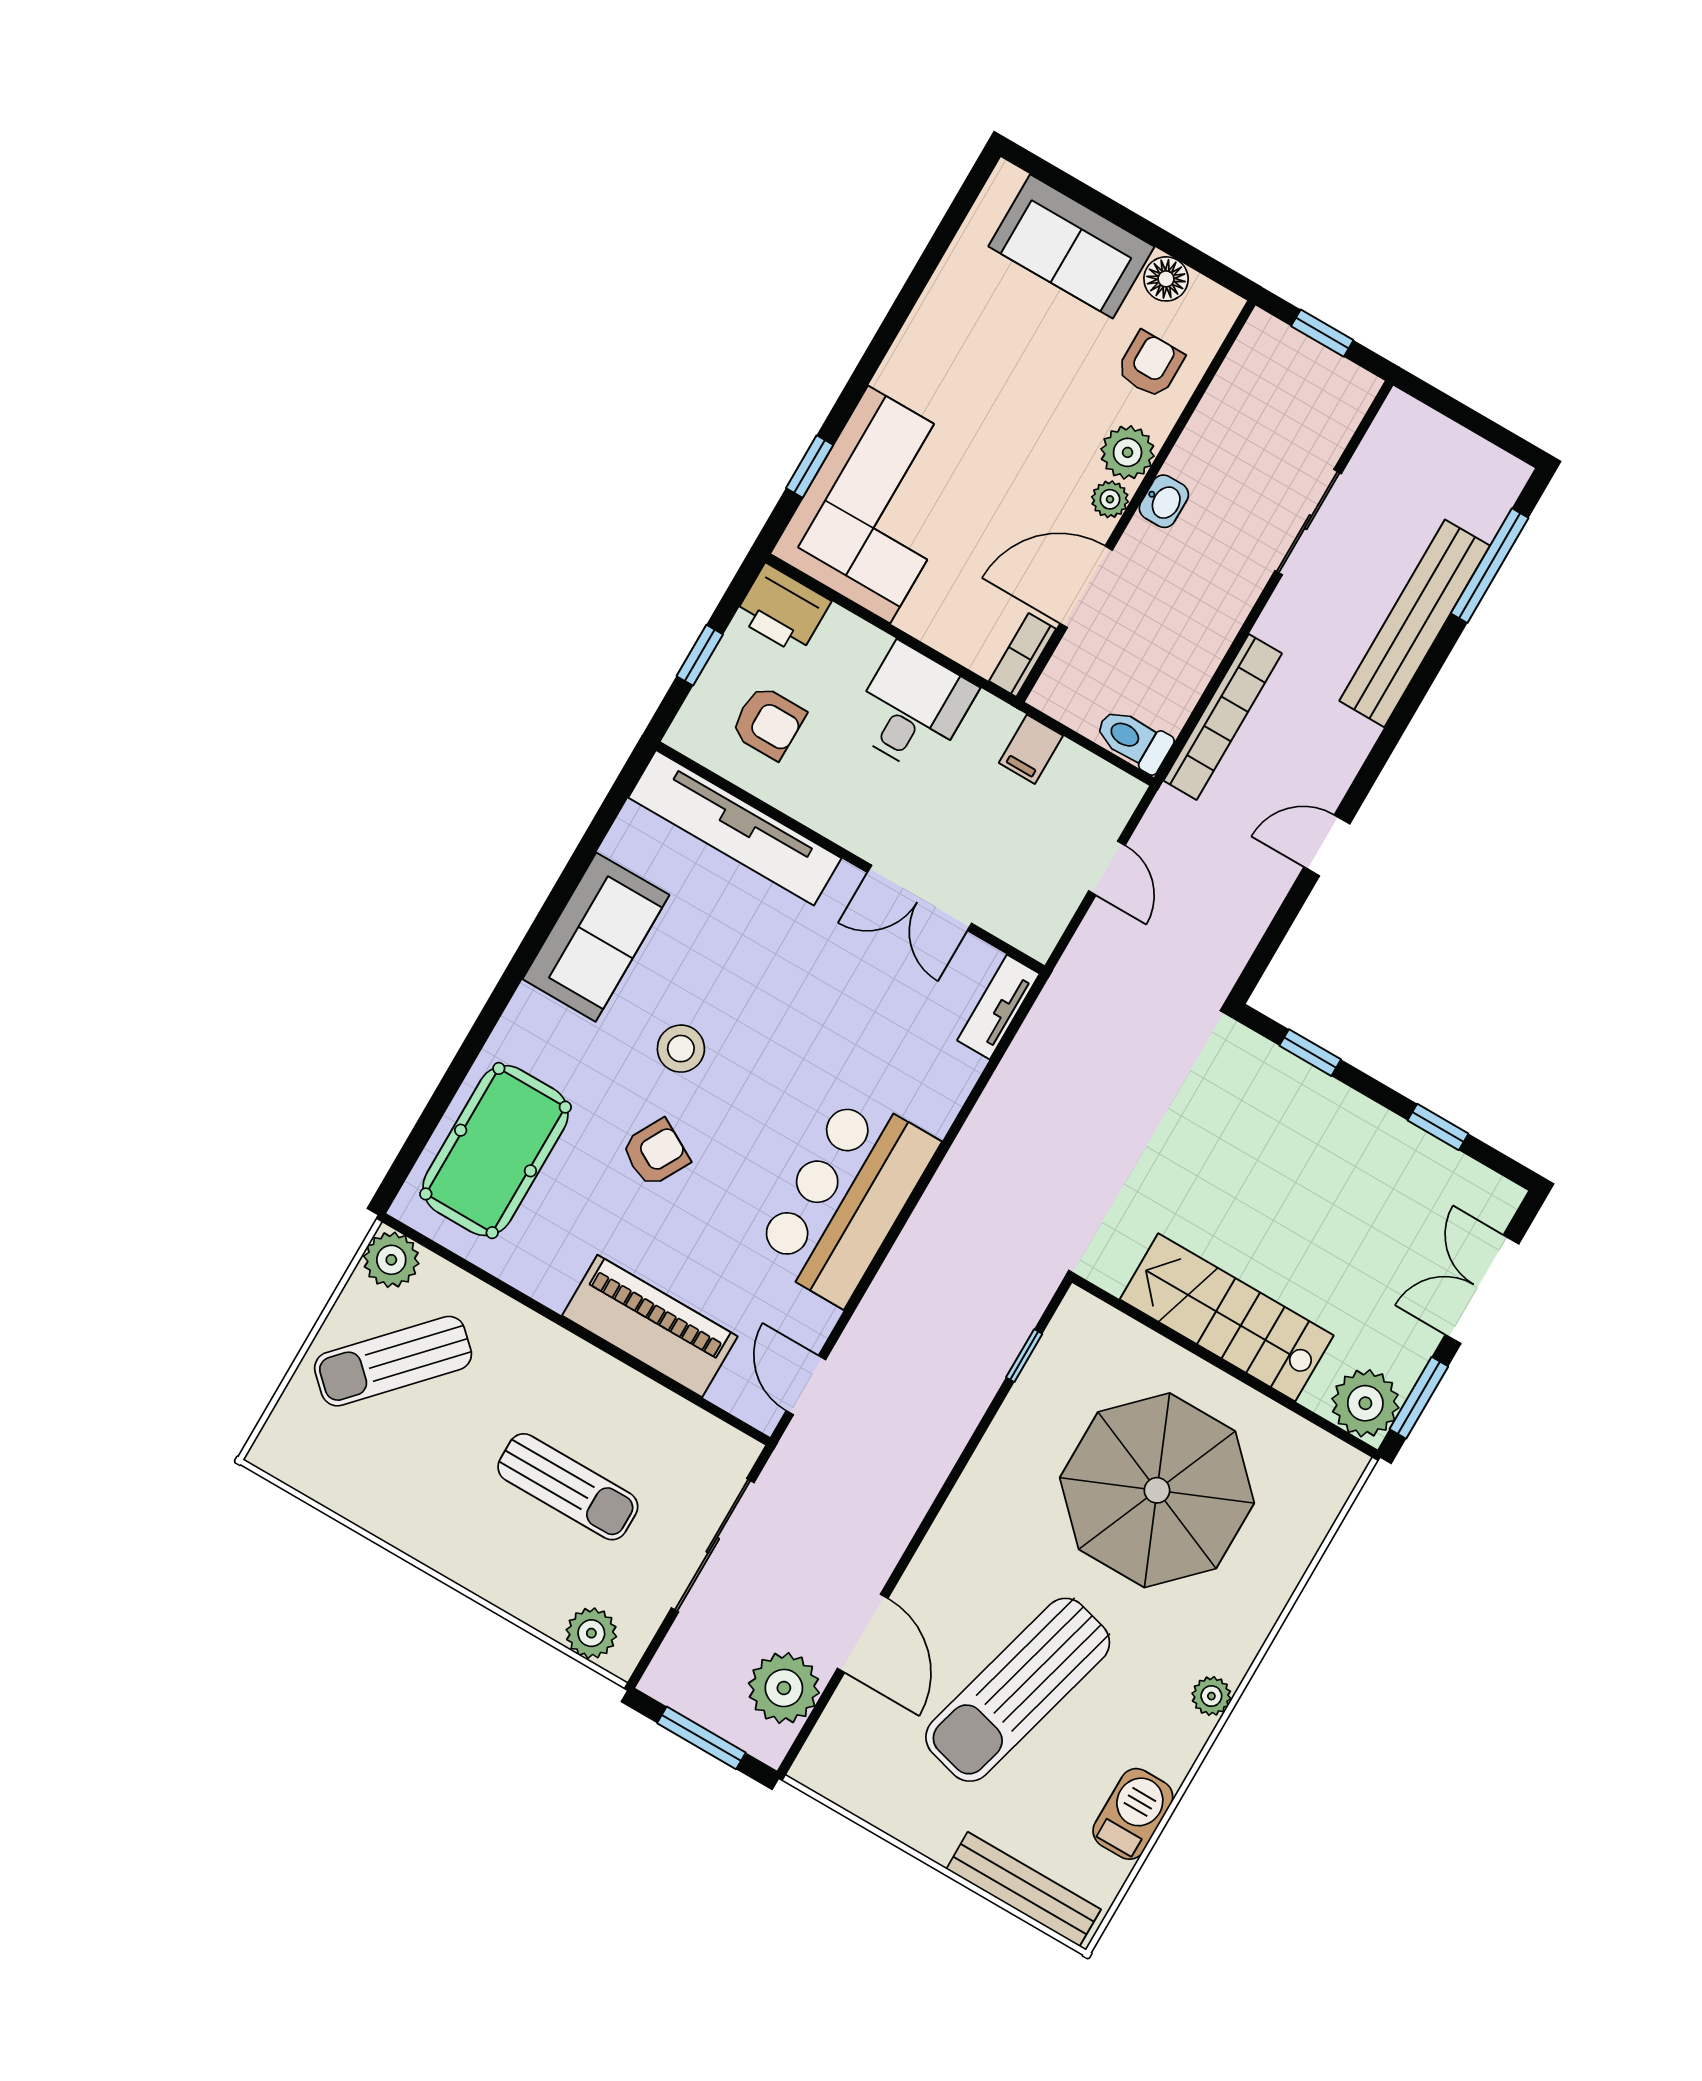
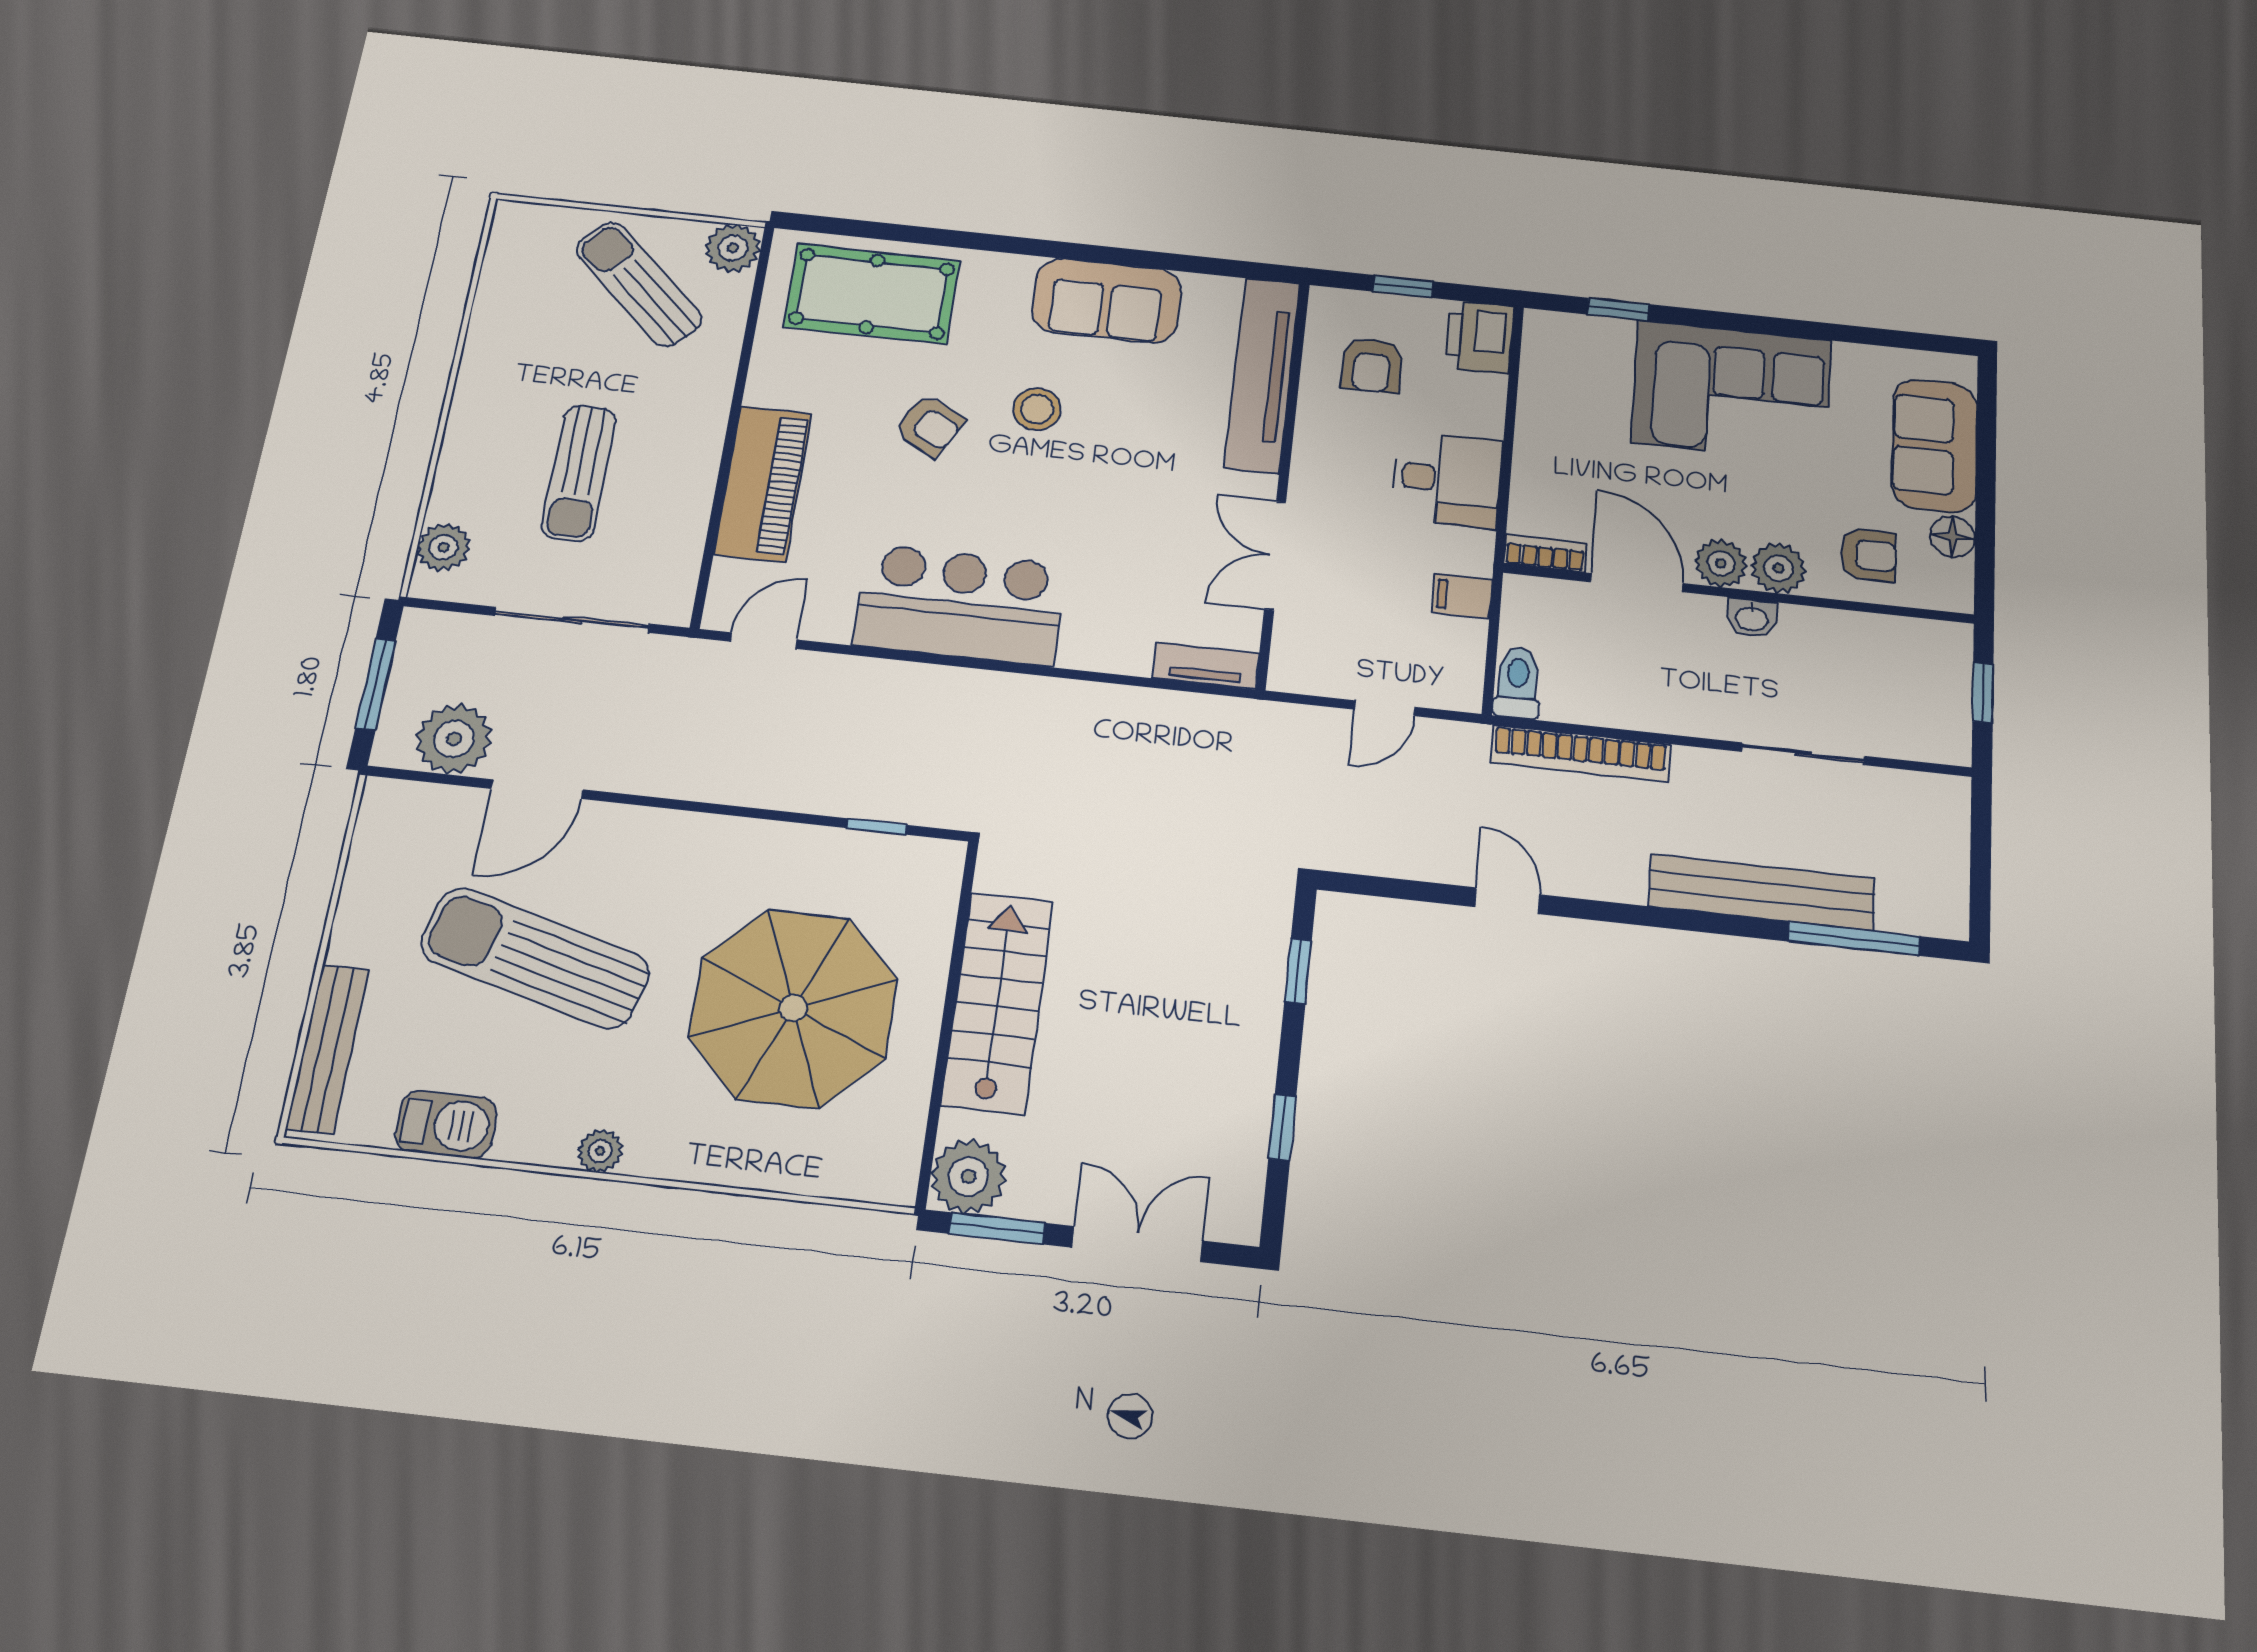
plant: (1110, 499) -> (1721, 563), width x1.38, depth x1.38
corner sofa: (879, 505) -> (1732, 391), moved

